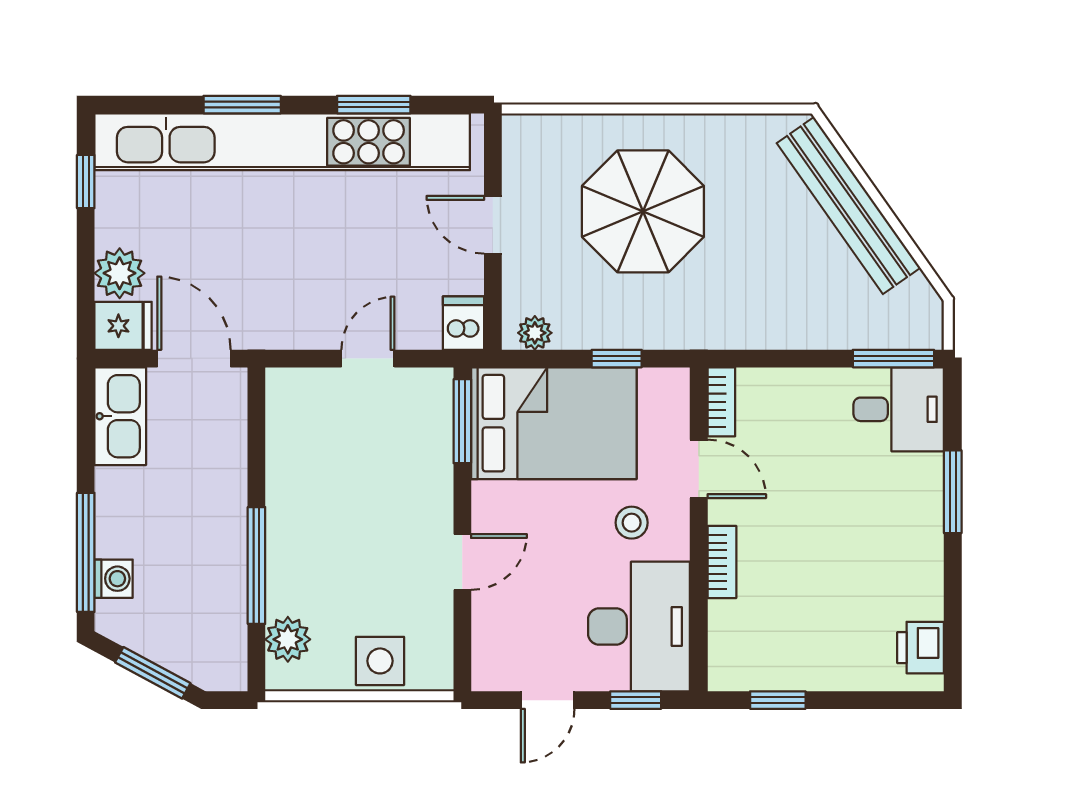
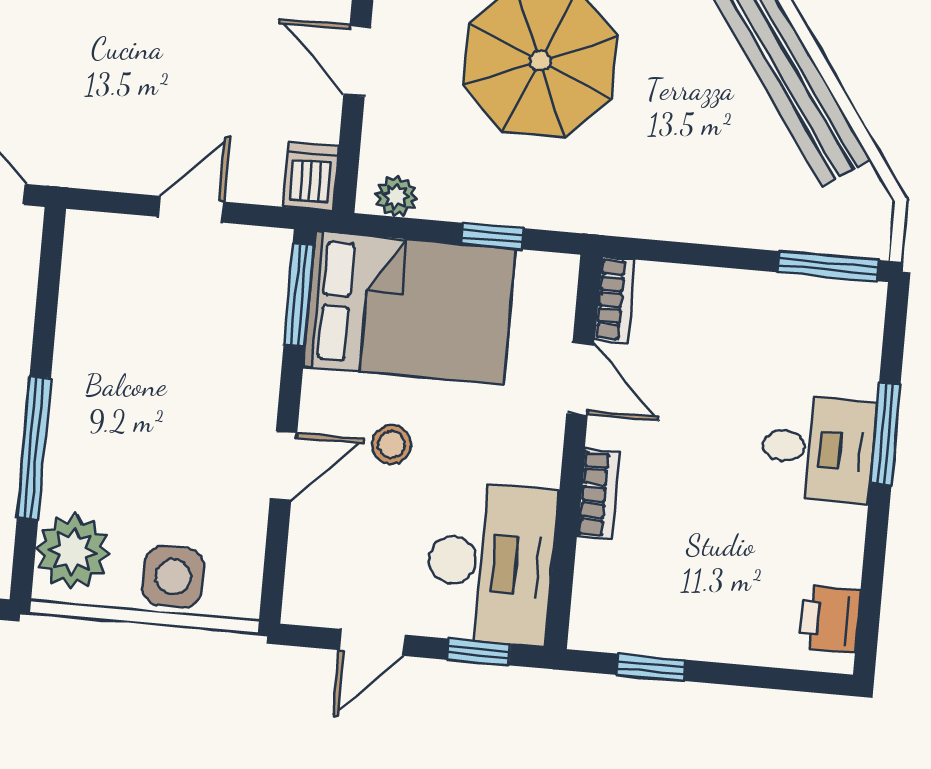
desk: (899, 409) -> (818, 449), moved
stool: (632, 523) -> (391, 444), moved
plant: (288, 639) -> (73, 552), width x1.36, depth x1.36

